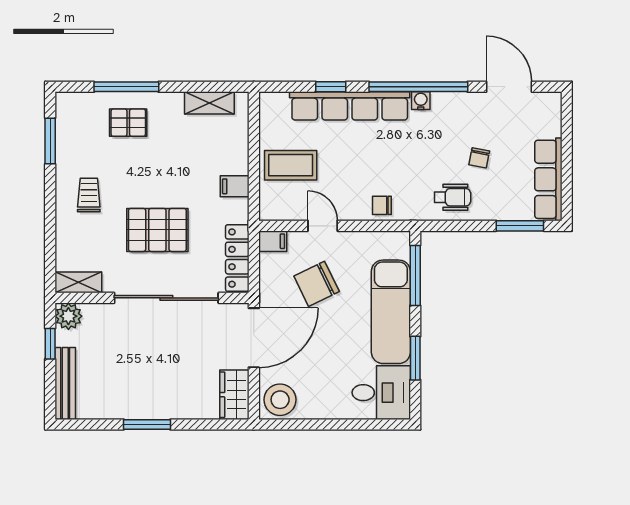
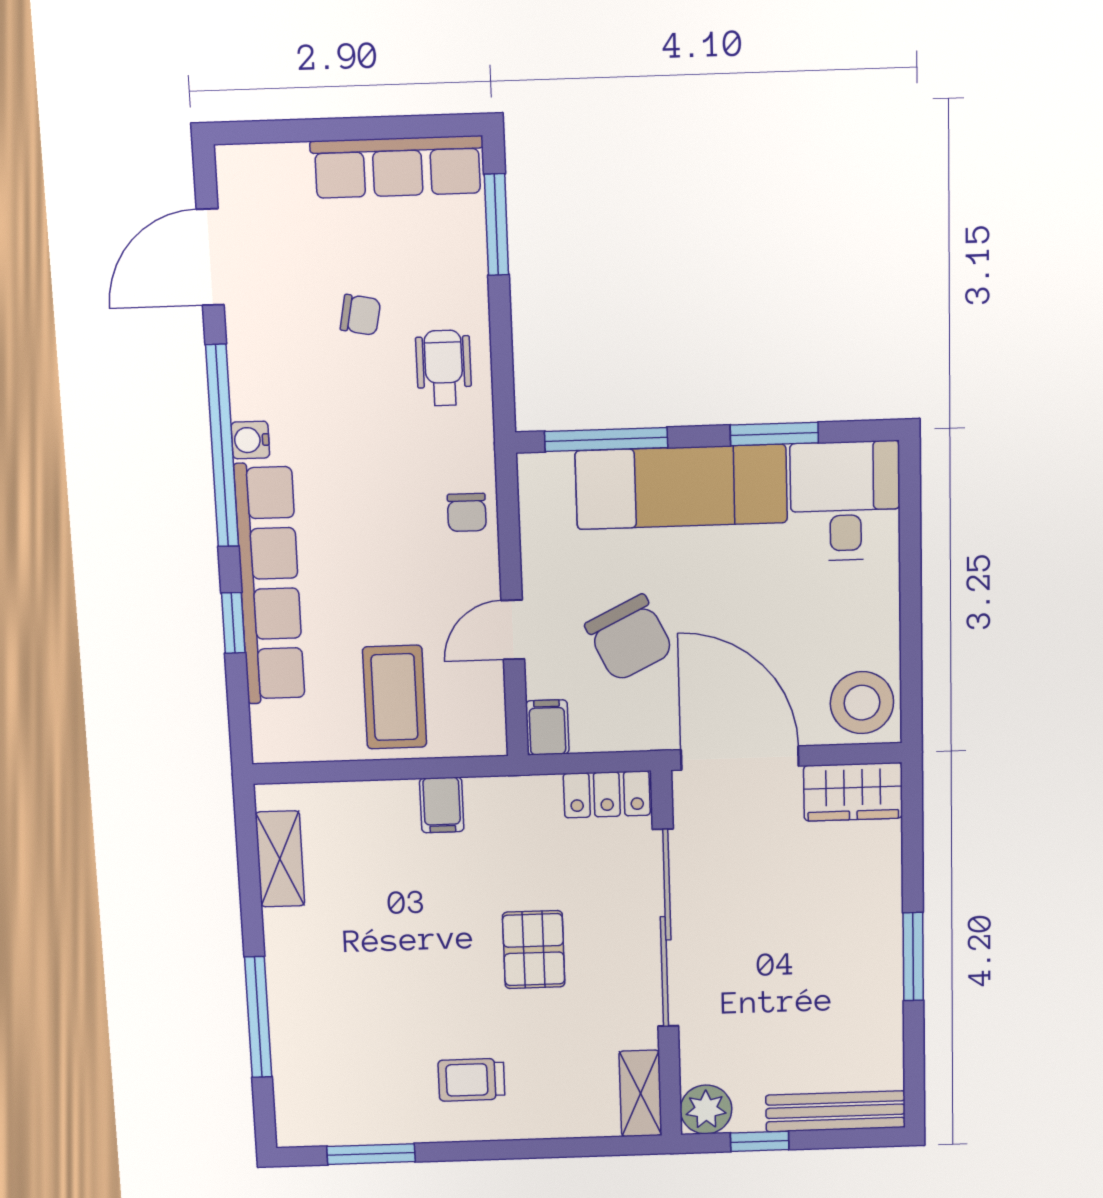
pallet: (128, 123) -> (328, 1011), removed
pallet: (157, 230) -> (534, 950), width x0.67, depth x0.71
locker: (237, 258) -> (607, 794), width x0.66

